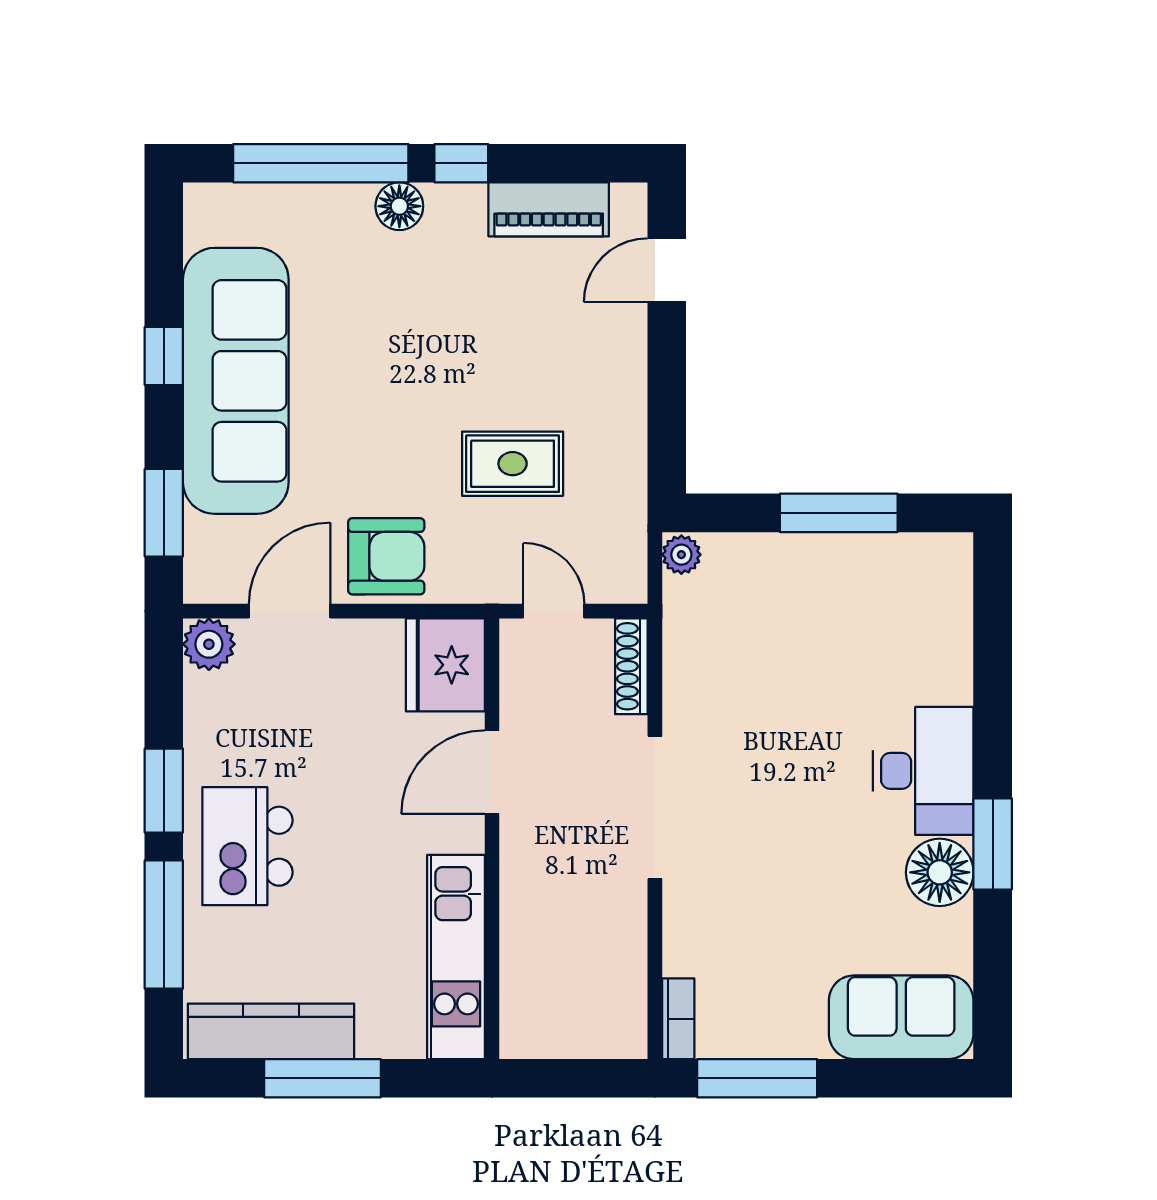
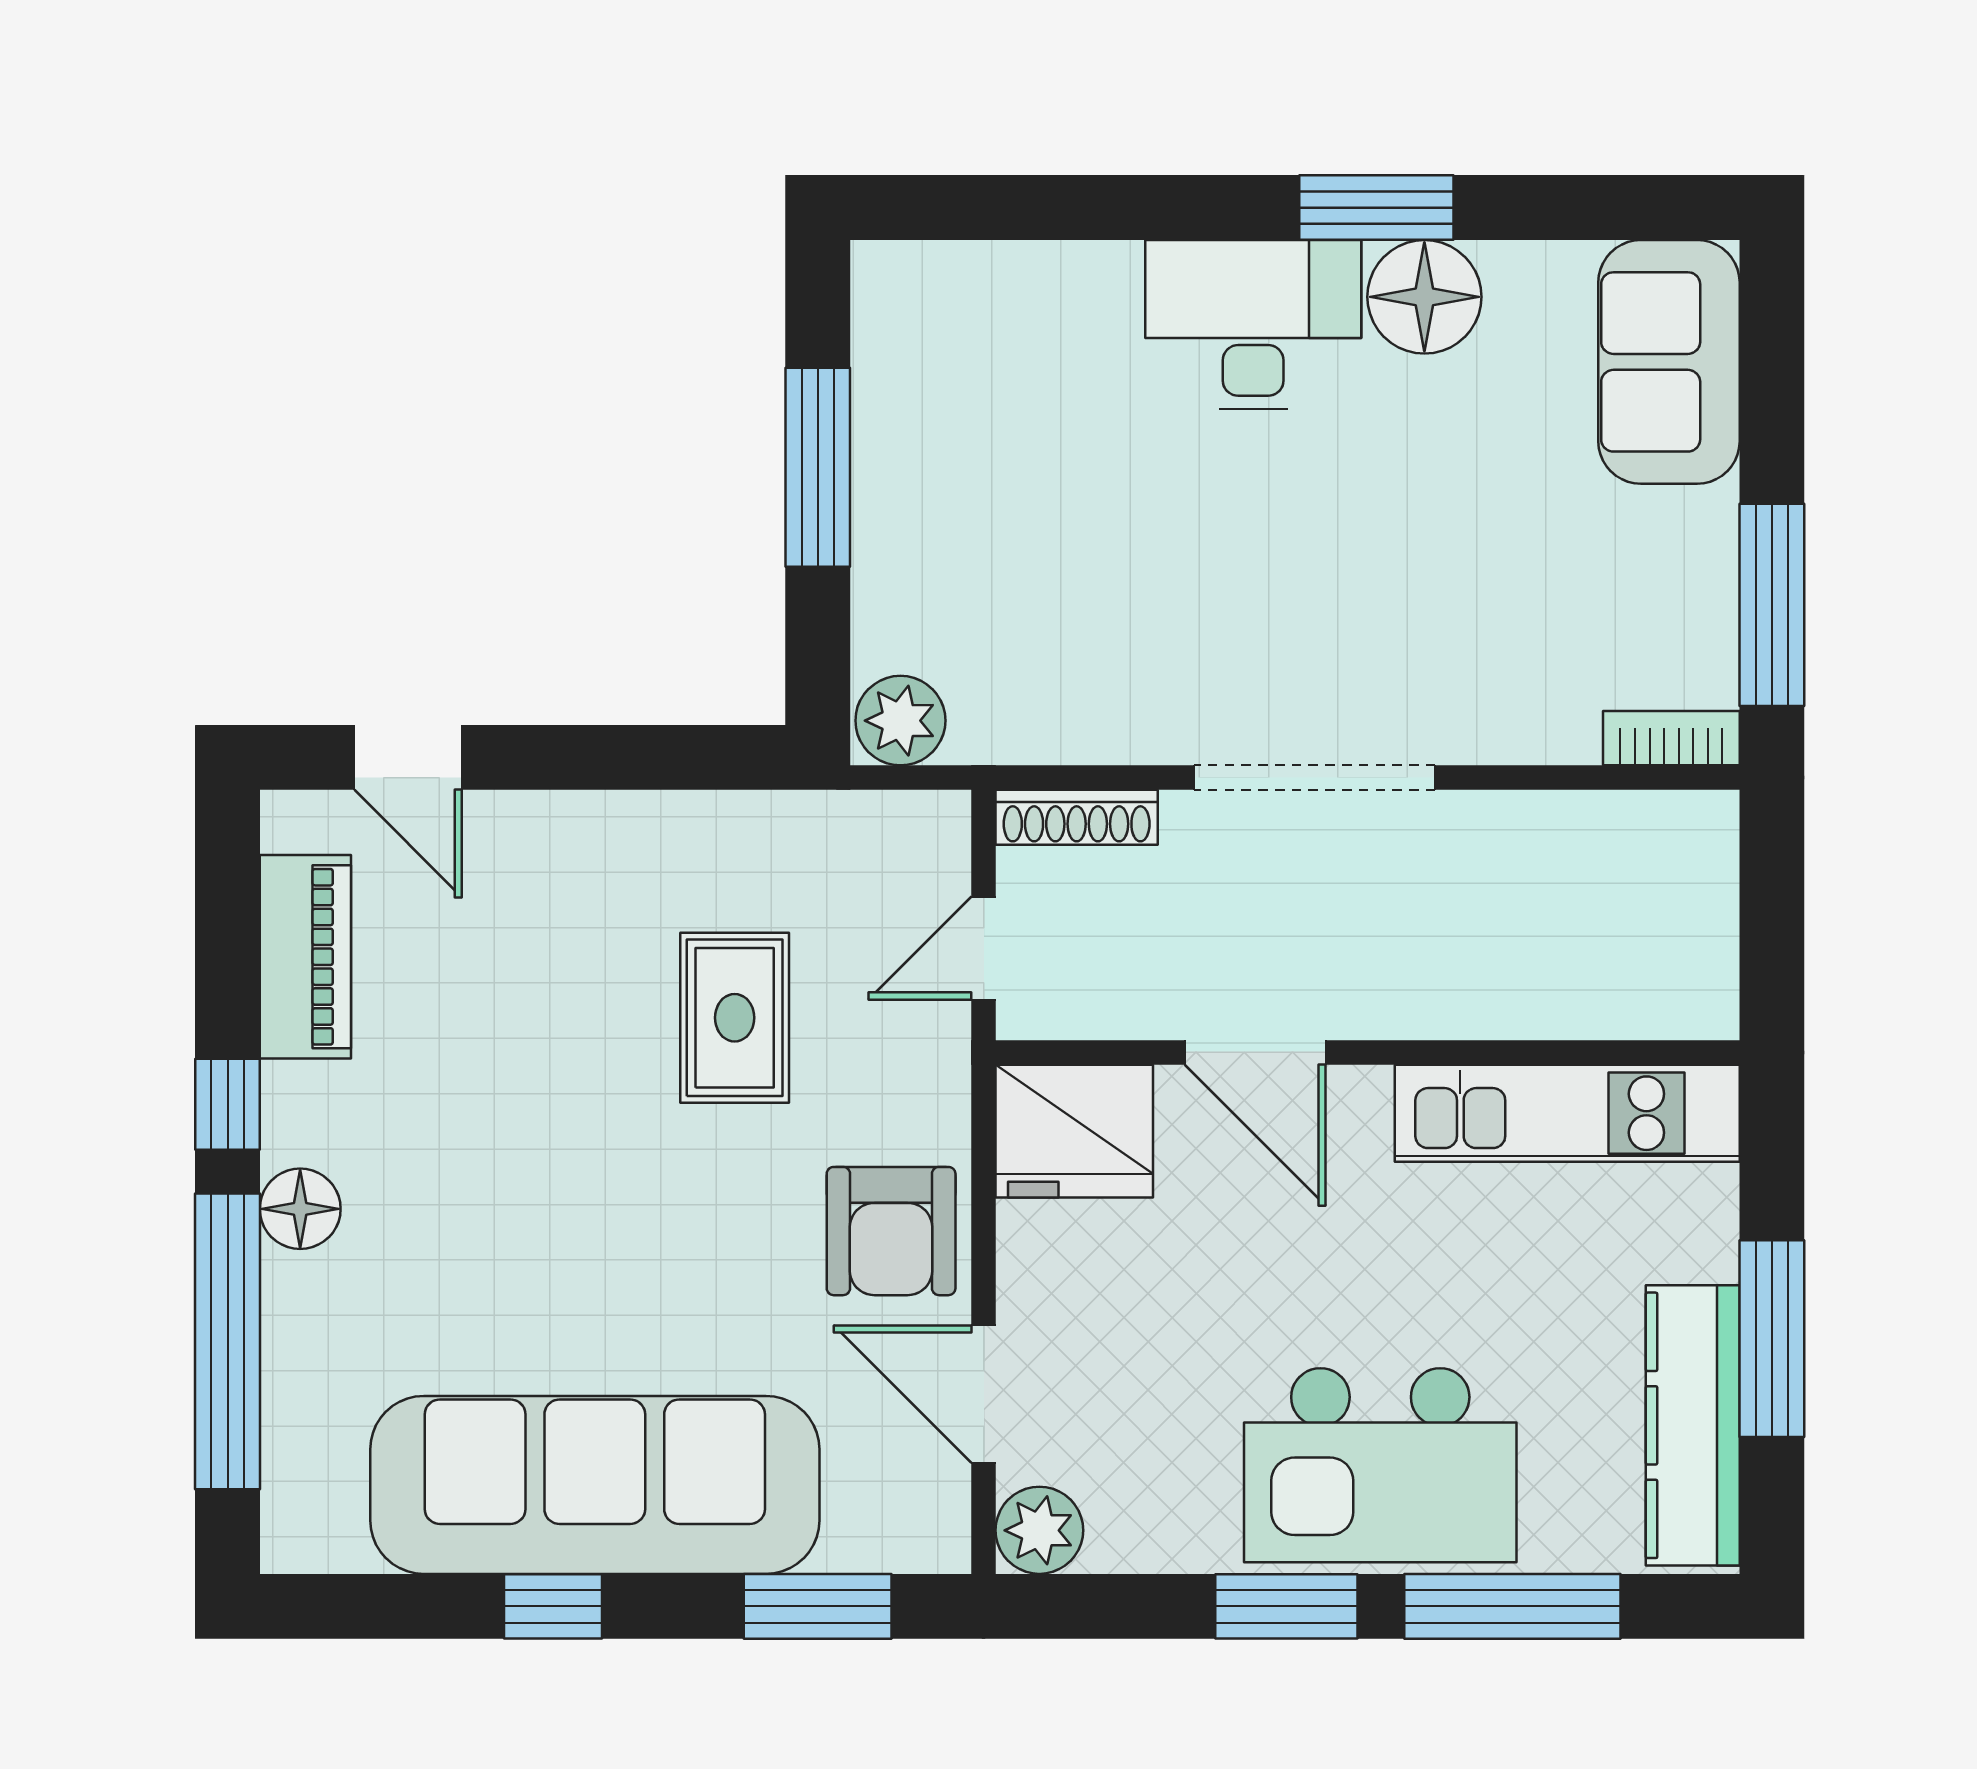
plant: (681, 555) -> (900, 721), width x1.38, depth x1.38
armchair: (386, 556) -> (891, 1231), turned 180
kitchen island: (247, 846) -> (1380, 1465), width x1.37, depth x1.28

